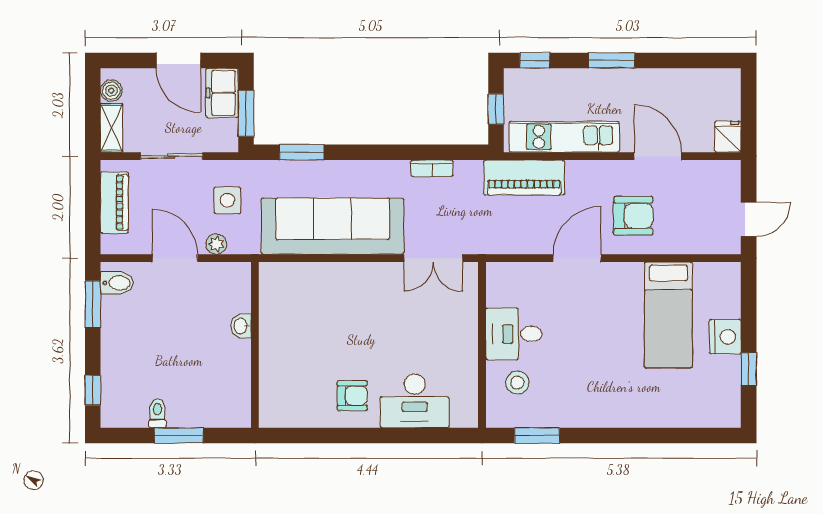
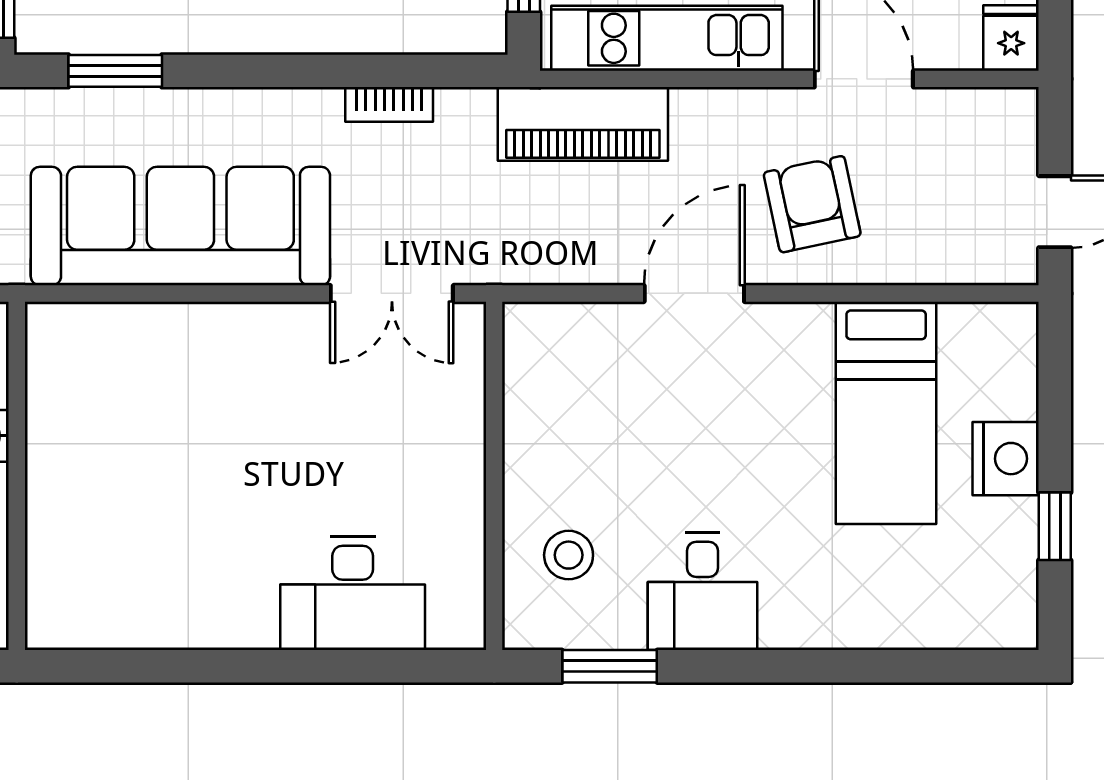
armchair: (633, 216) -> (812, 204), turned -102
desk: (514, 334) -> (702, 591), moved, turned -90
armchair: (352, 396) -> (221, 582), removed

